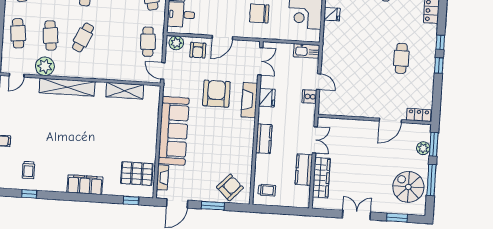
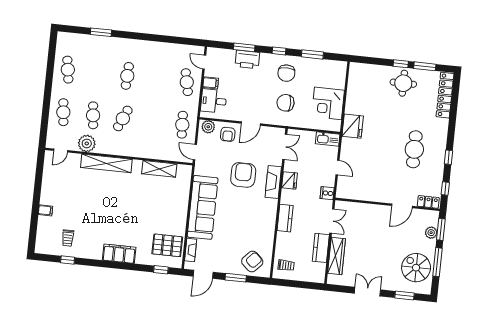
fridge: (332, 14) -> (353, 126), moved, width x1.88, depth x1.34
window: (440, 42) -> (445, 188), moved
cafe table: (401, 58) -> (414, 149), width x1.37, depth x1.35
cooker: (309, 97) -> (327, 193), moved

